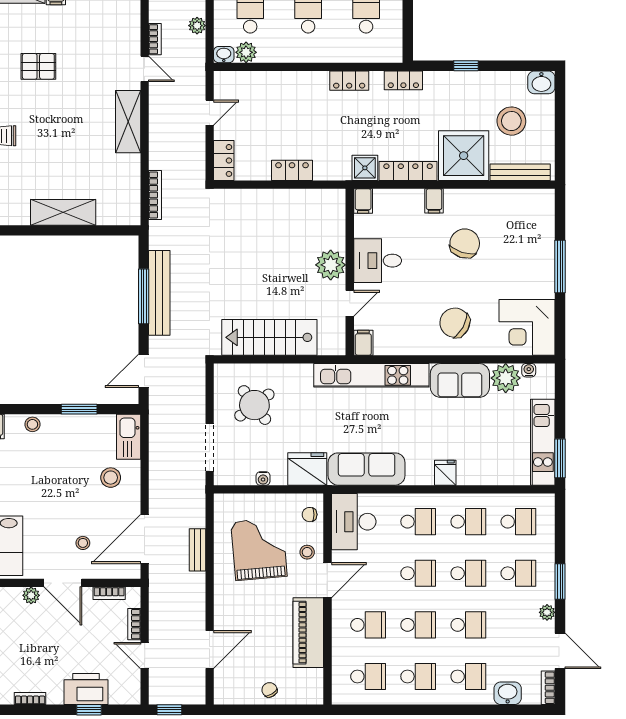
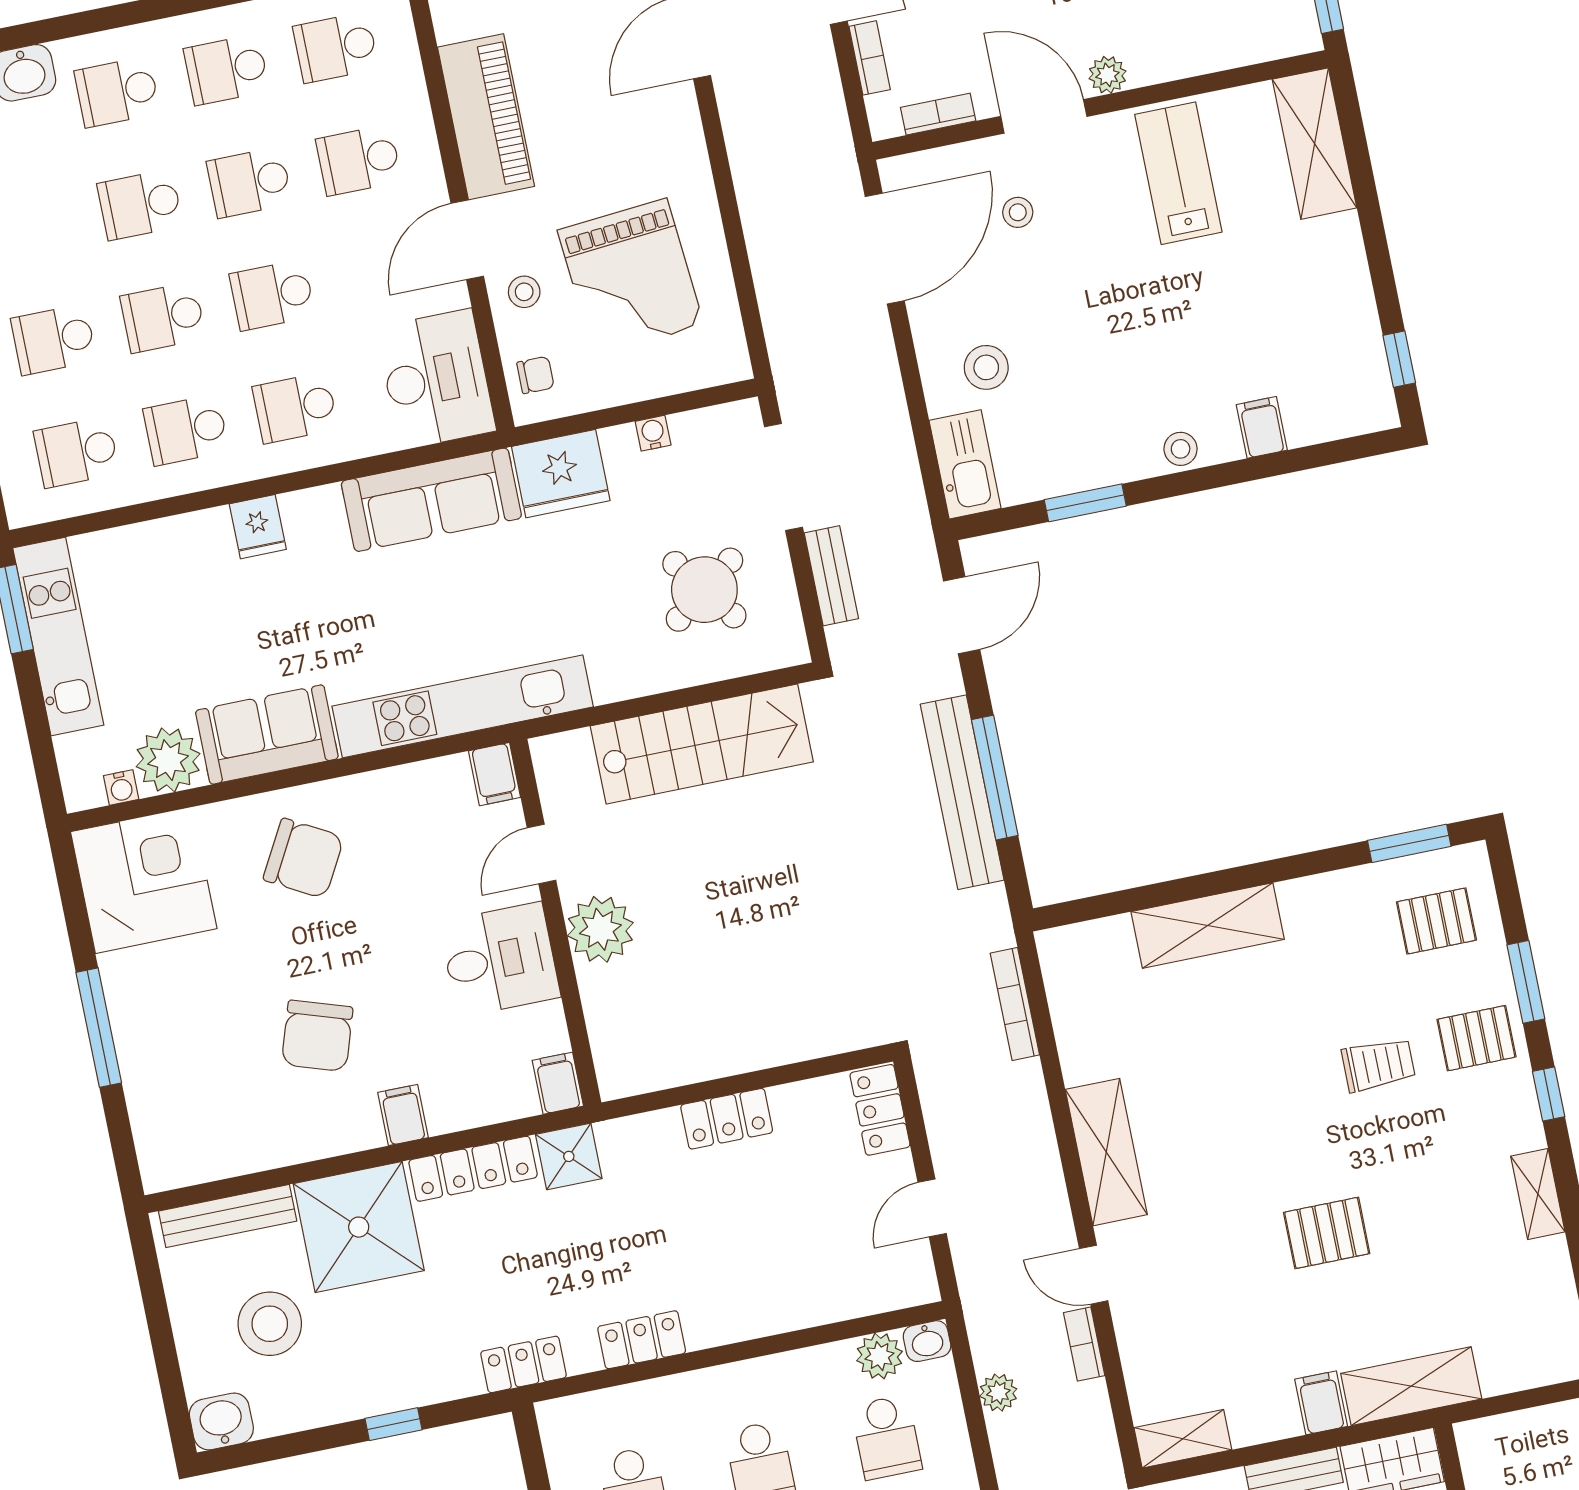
bench: (197, 550) -> (831, 576), moved

